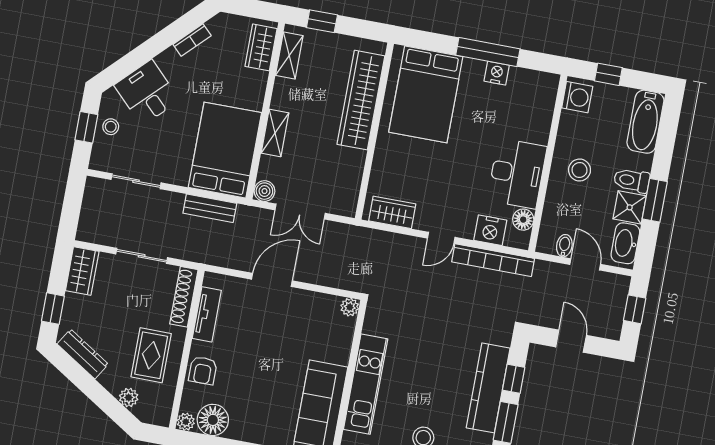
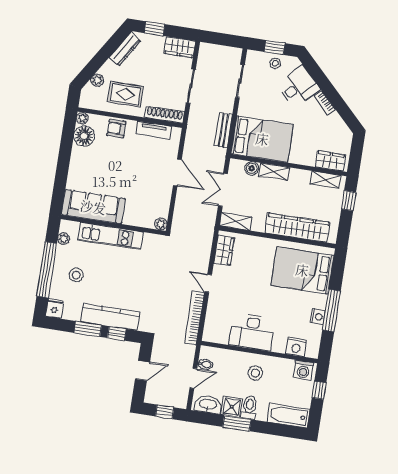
bookcase: (192, 40) -> (325, 103), moved
boiler: (264, 191) -> (252, 168), moved
shelving: (349, 194) -> (236, 221), added
floor lamp: (523, 220) -> (222, 337), removed
nightstand: (490, 230) -> (296, 347), moved, turned -90

